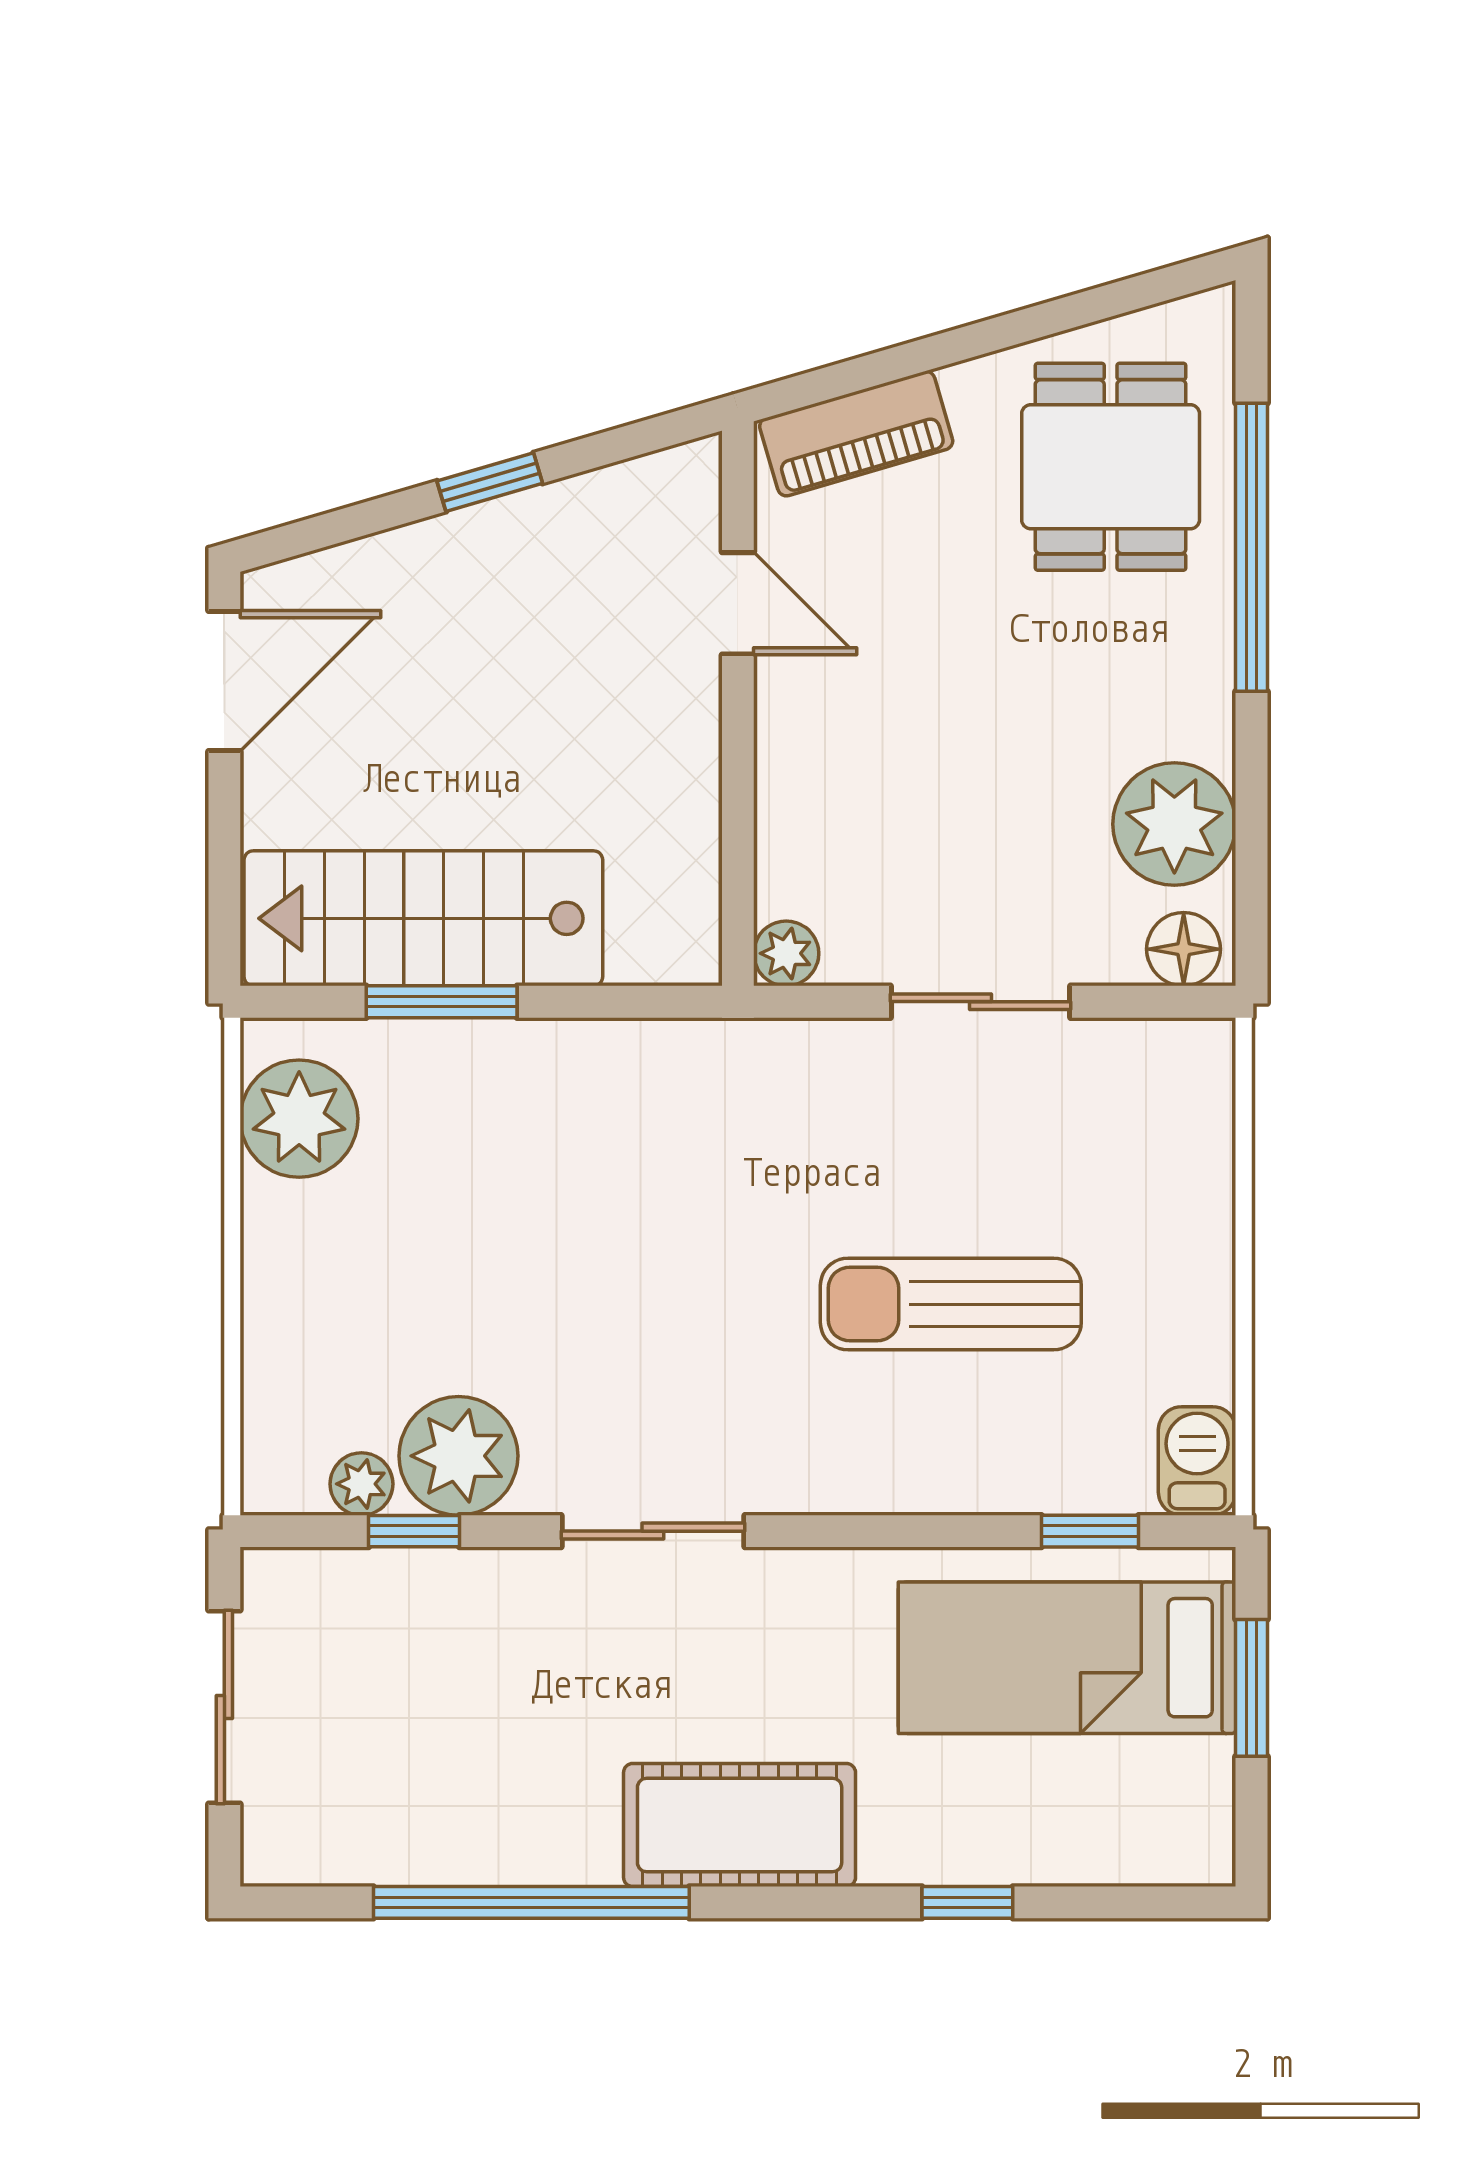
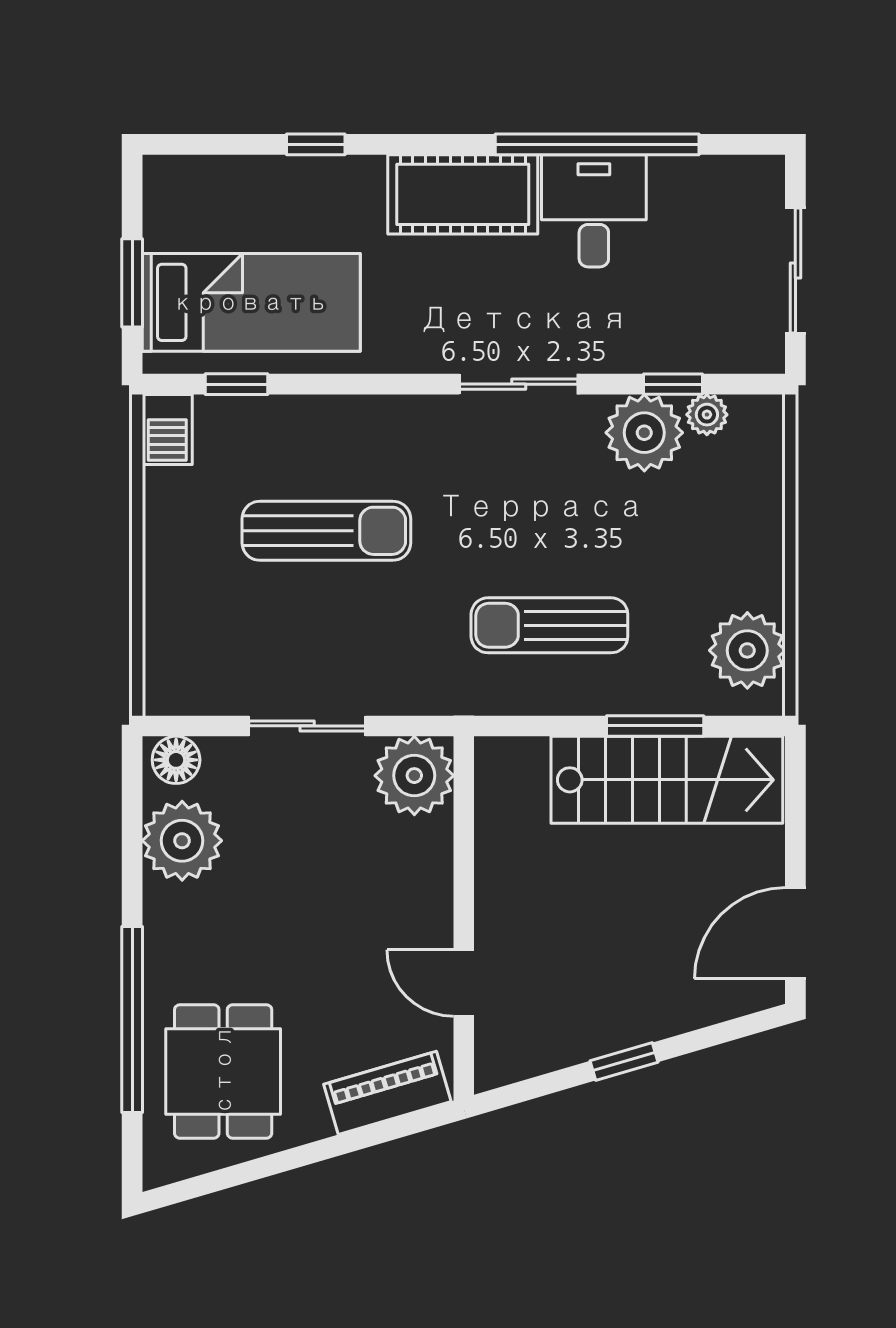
plant: (786, 953) -> (414, 776), width x1.87, depth x1.87
sun lounger: (605, 1158) -> (549, 625), added
desk: (537, 1799) -> (594, 211), added

